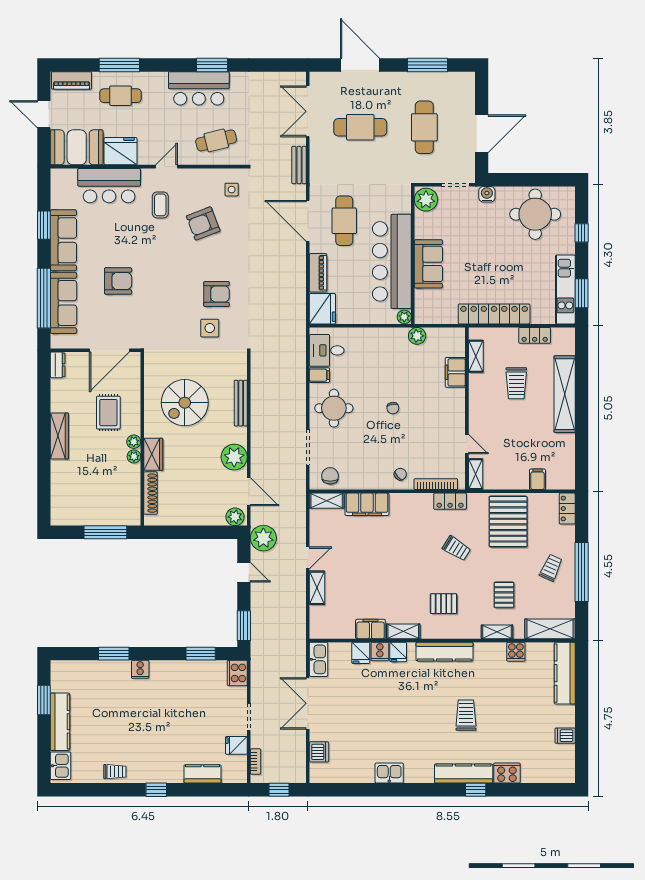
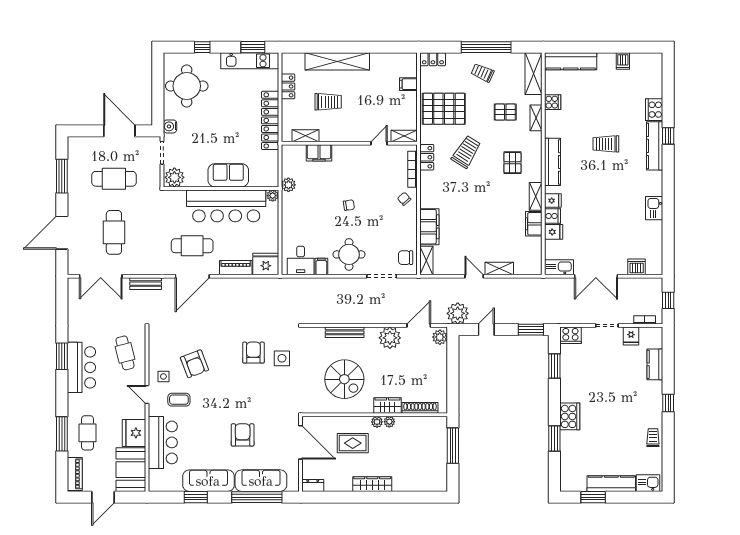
side table: (232, 190) -> (163, 376), moved
trolley: (457, 548) -> (466, 152), width x1.36, depth x1.39
cooker: (140, 669) -> (570, 416), width x1.87, depth x1.31

